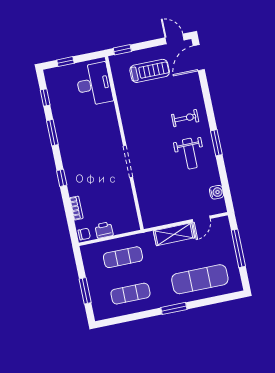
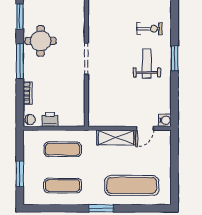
round table: (78, 153) -> (41, 41), added
weight bench: (190, 154) -> (147, 64), turned 180
window: (62, 178) -> (20, 61), width x2.17
water cooler: (217, 192) -> (165, 120), moved
window: (238, 248) -> (175, 164), removed

